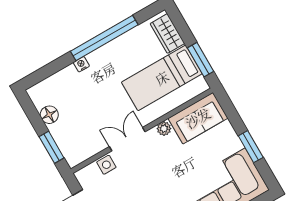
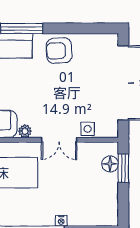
floor lamp: (49, 115) -> (110, 164), moved

